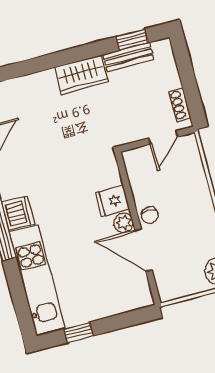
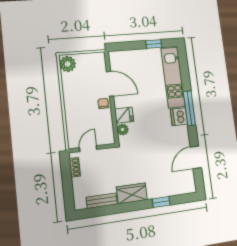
window: (132, 40) -> (161, 202), moved
plant: (124, 223) -> (123, 130), moved

